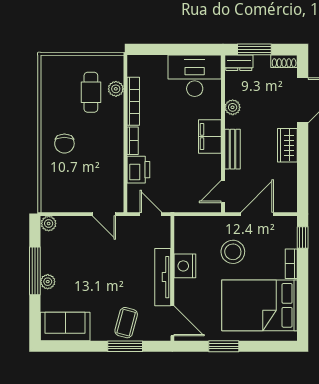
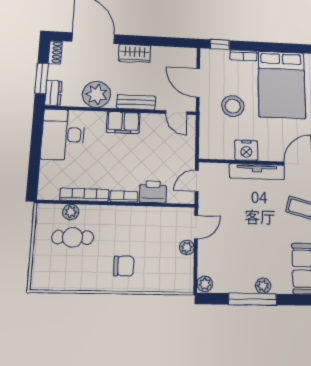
plant: (233, 107) -> (97, 94), width x1.88, depth x1.88
plant: (83, 205) -> (187, 247), added

